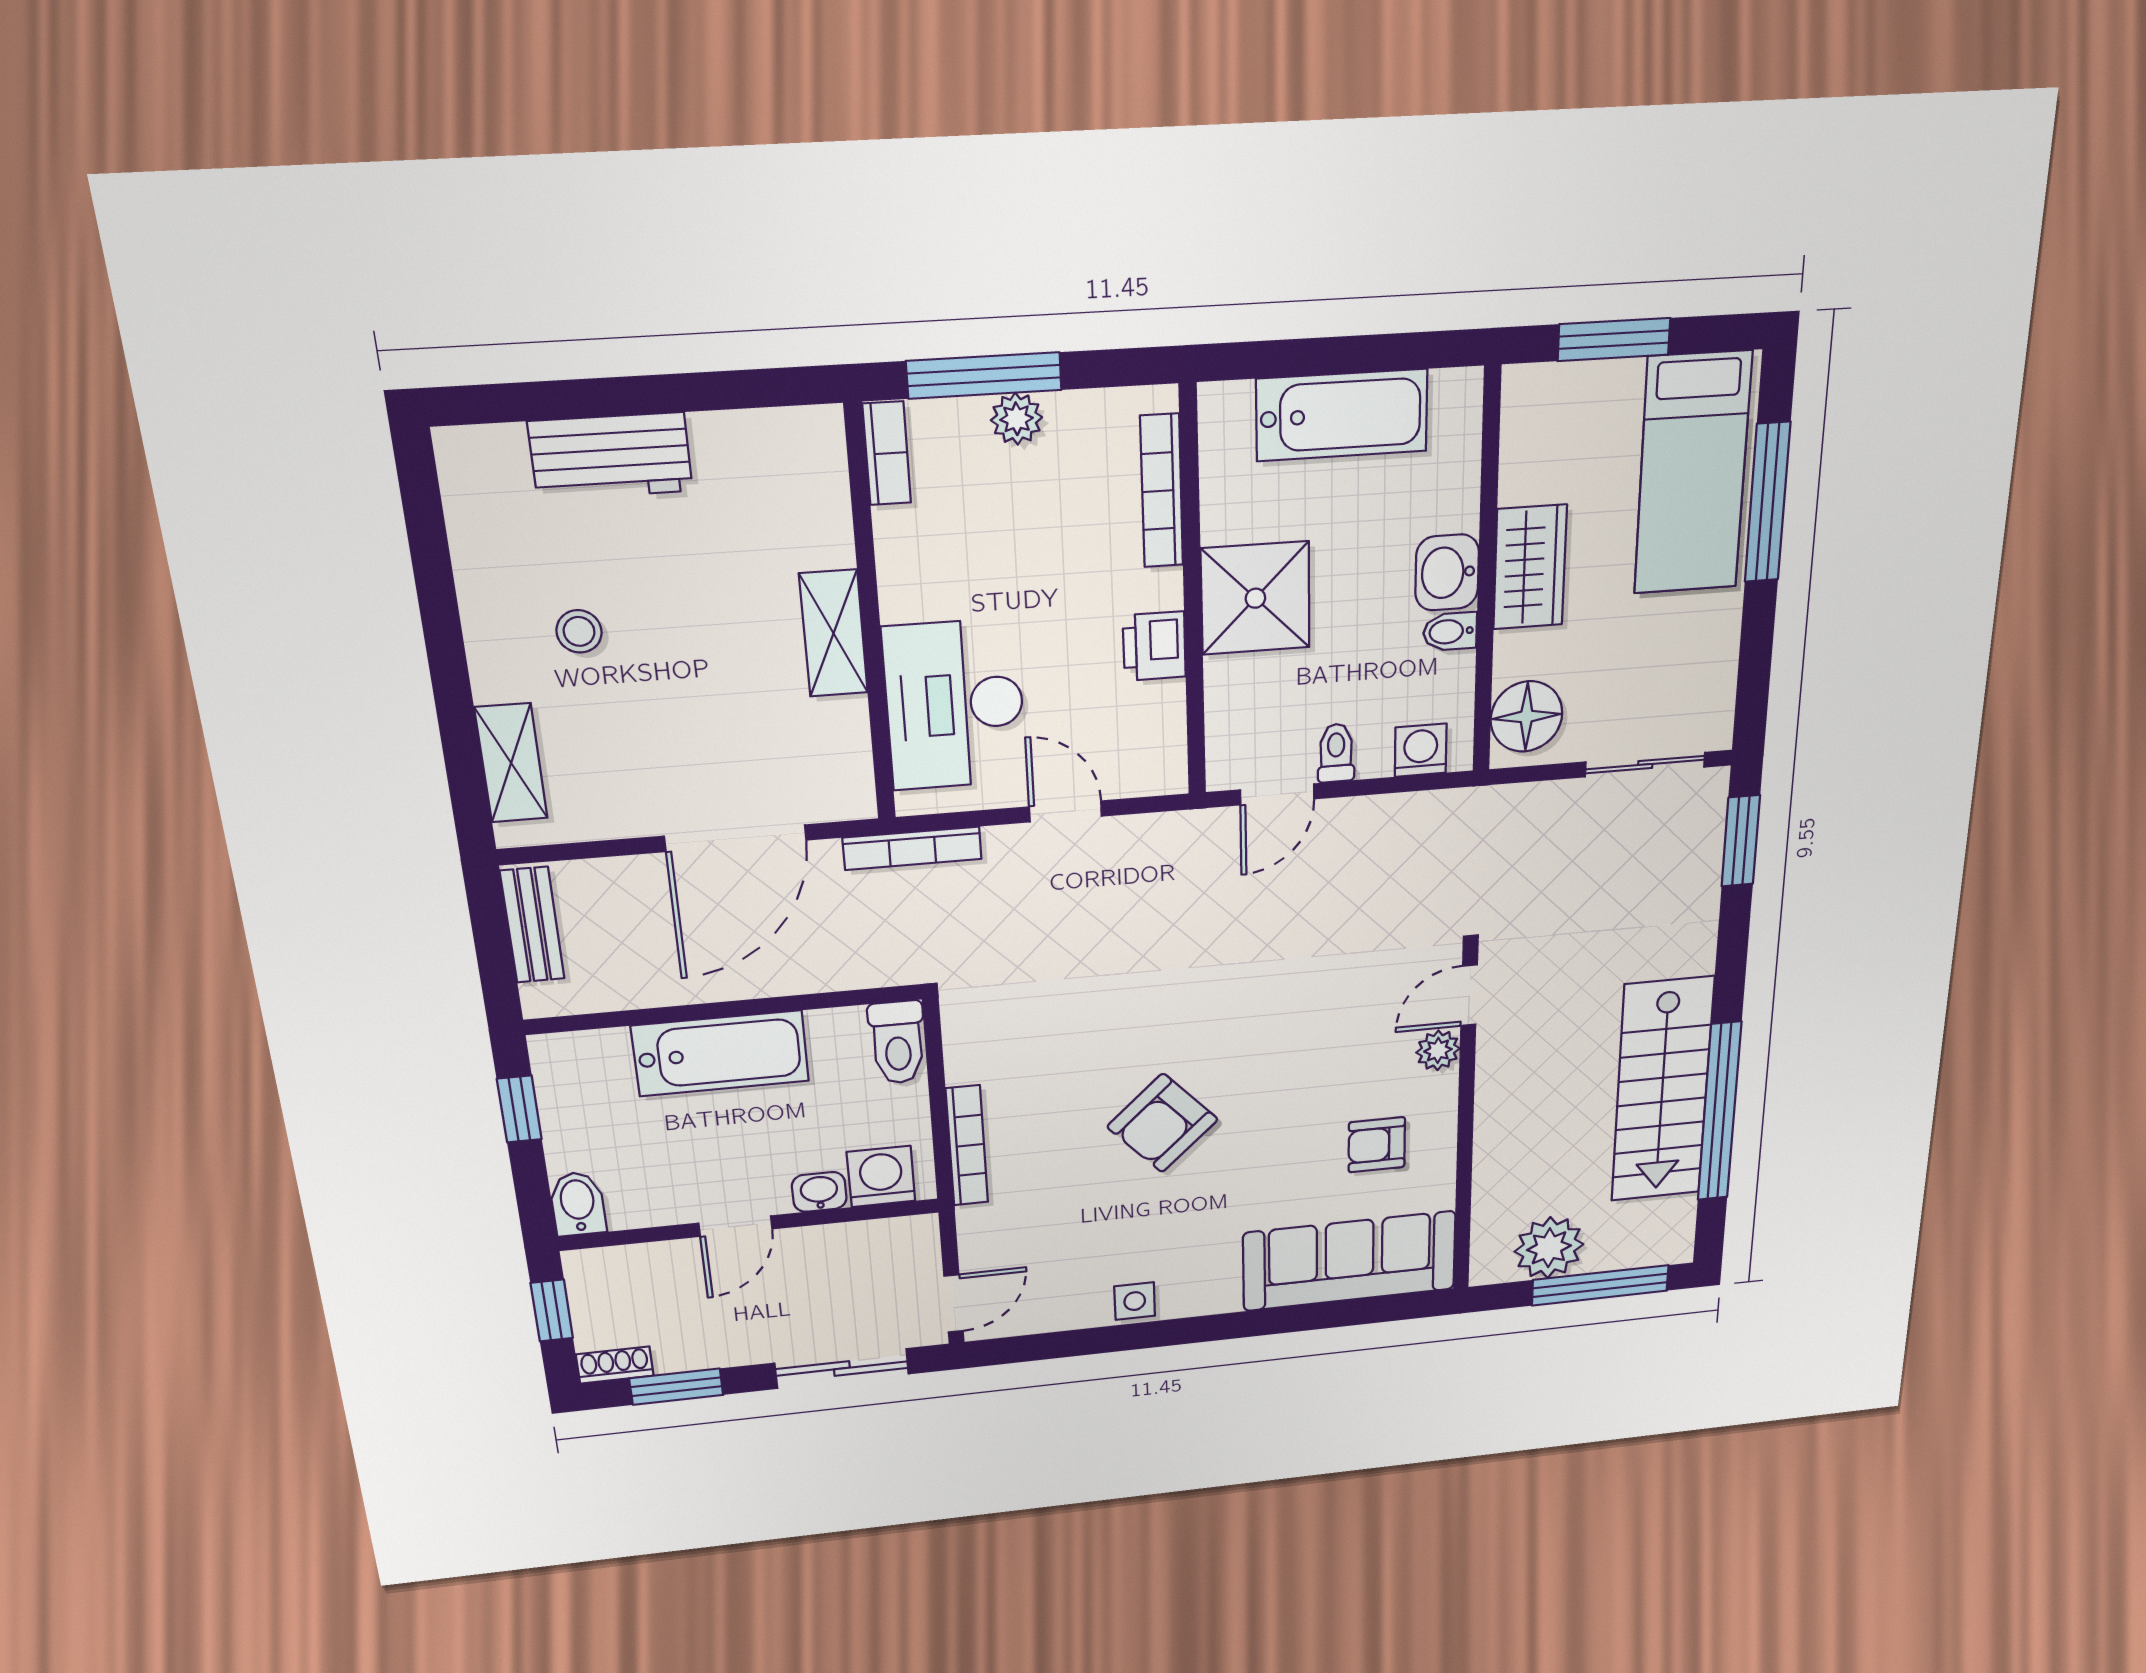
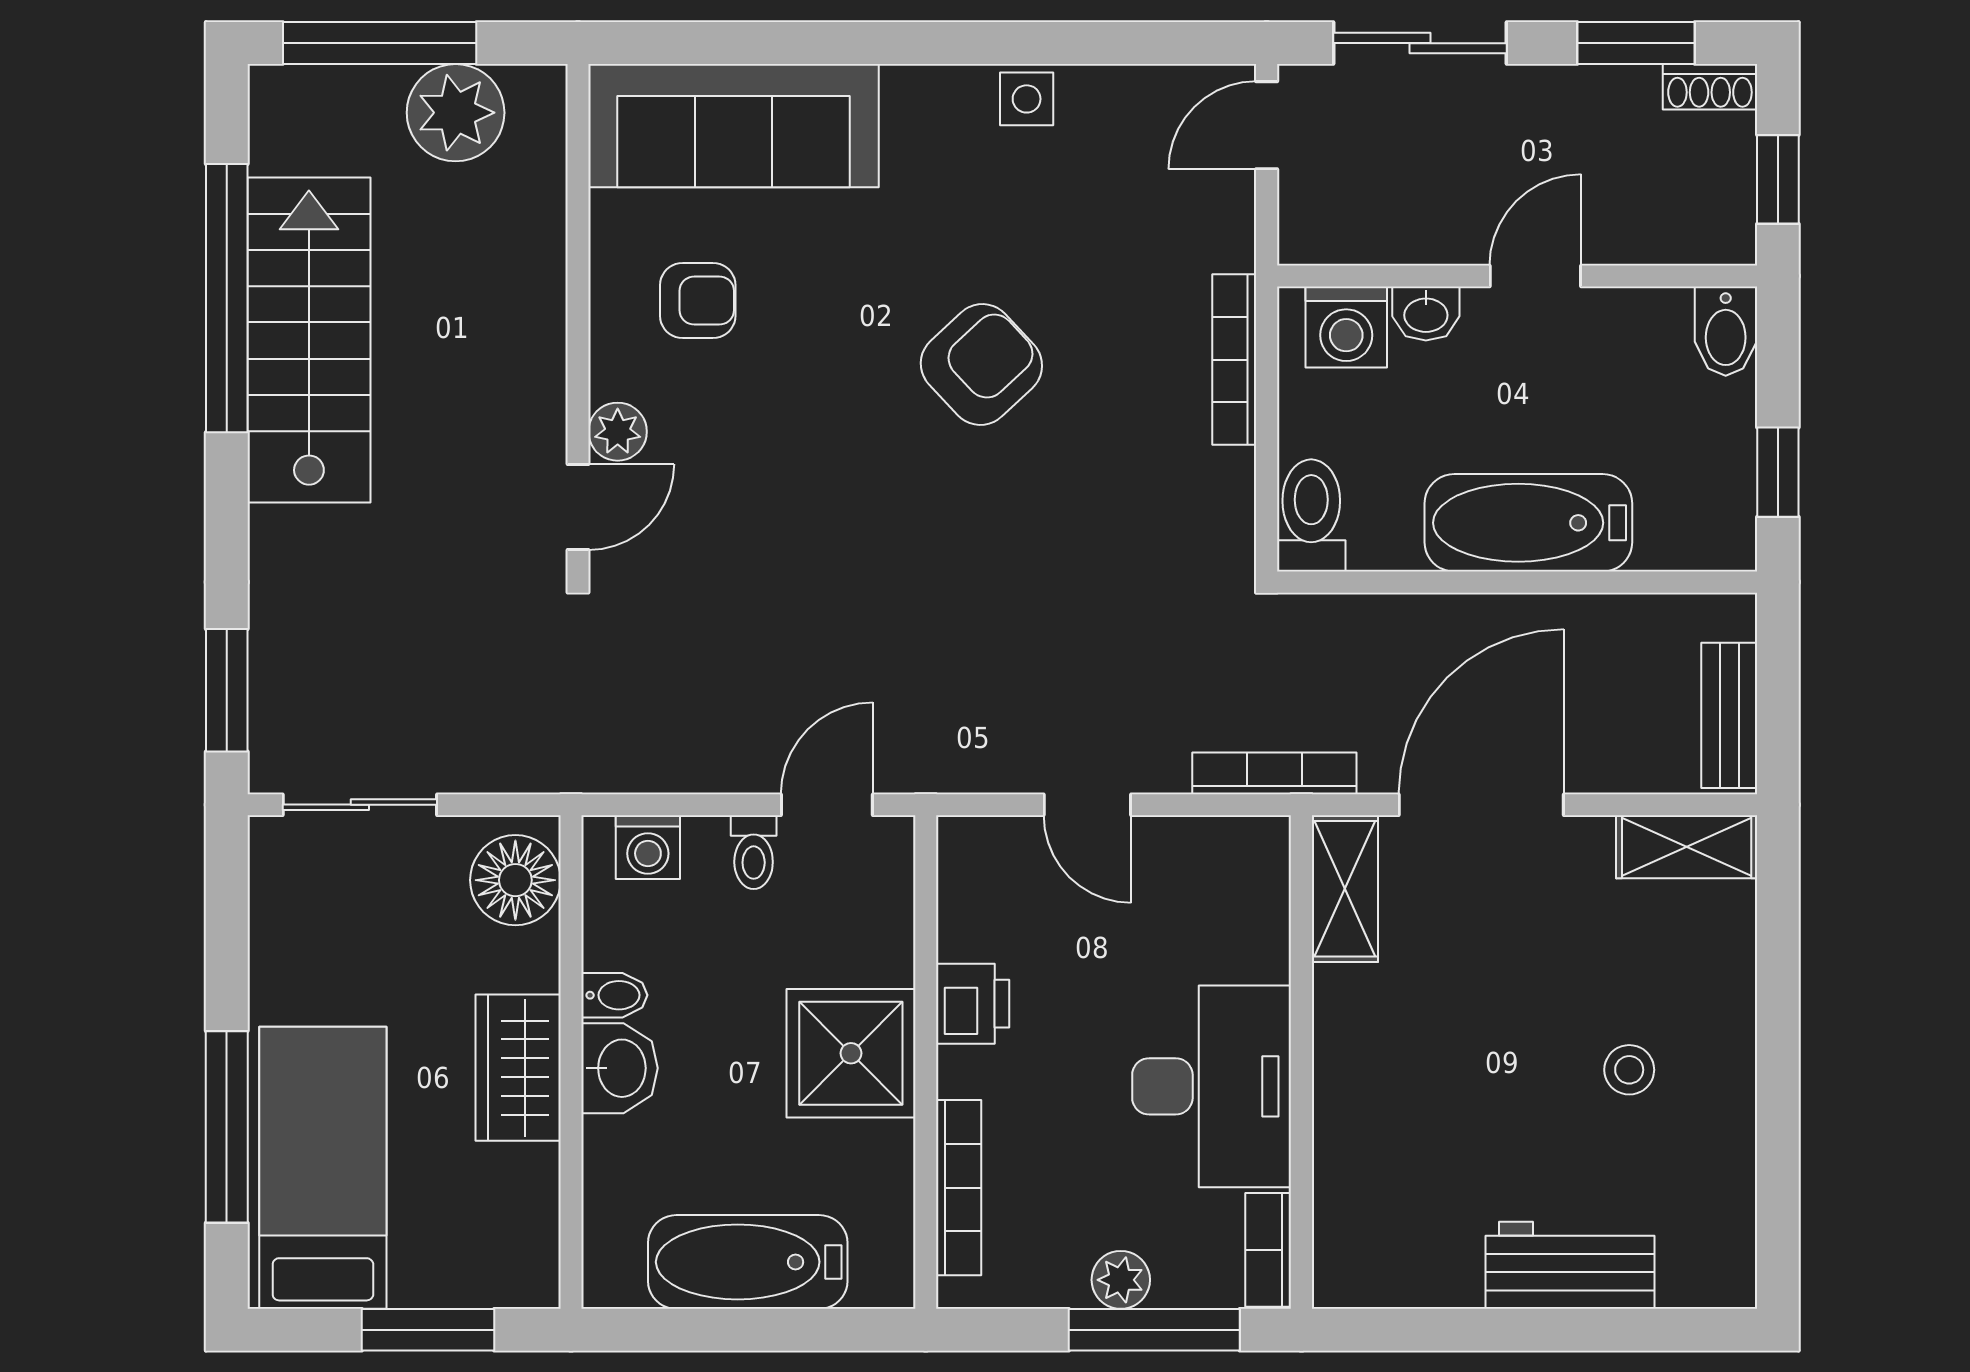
shelving: (834, 633) -> (1345, 889), moved
desk: (955, 705) -> (1212, 1086), moved
shelving: (511, 763) -> (1687, 847), moved, turned 90

